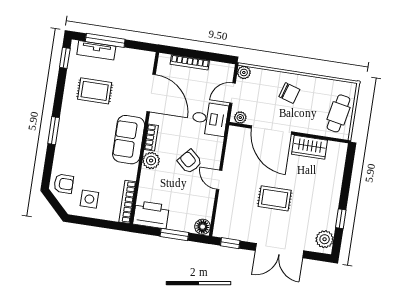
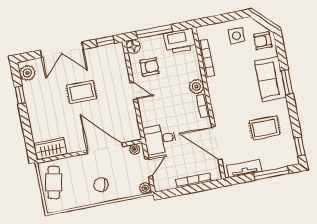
tv unit: (96, 50) -> (244, 168), moved
sofa: (129, 140) -> (270, 79), moved, turned 180
wardrobe: (310, 147) -> (51, 149), moved
armchair: (190, 162) -> (149, 67), moved, turned -41
bookcase: (127, 202) -> (206, 58), moved
window: (174, 235) -> (155, 32), width x1.44
double door: (279, 251) -> (62, 50), swing flipped

